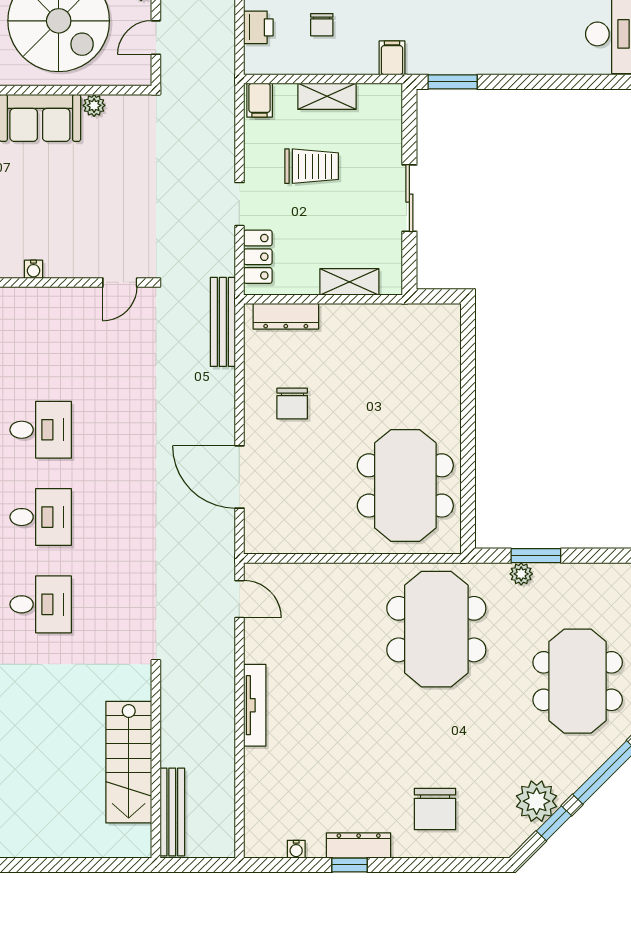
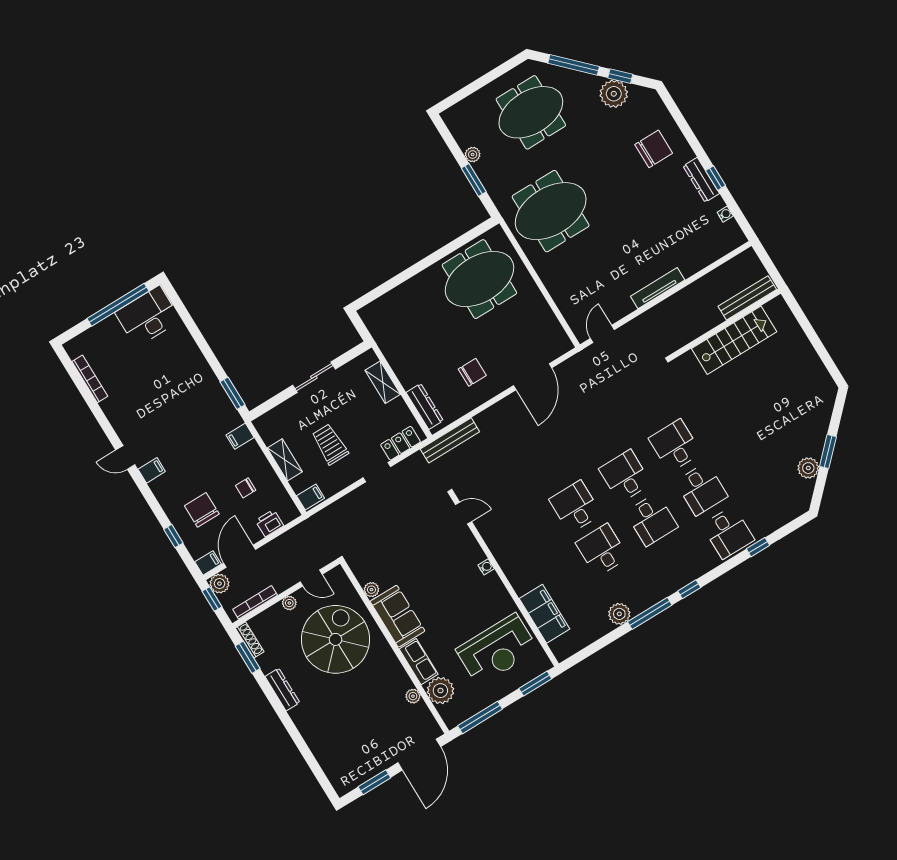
chair: (322, 25) -> (246, 488), turned 180
plant: (521, 574) -> (473, 155), moved

